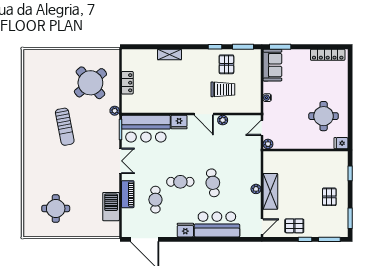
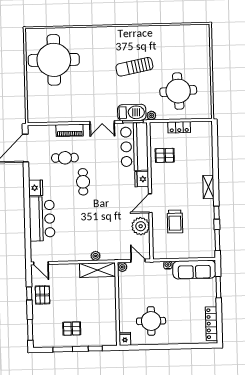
window: (280, 47) -> (218, 287), moved
shelving: (170, 54) -> (208, 187), moved
pallet: (226, 64) -> (165, 155), moved
sofa: (272, 65) -> (194, 270), width x1.36
round table: (90, 83) -> (178, 91), turned 37
plant: (223, 120) -> (141, 226), width x1.88, depth x1.88
cafe table: (213, 183) -> (83, 214), removed
plant: (256, 189) -> (96, 256), moved
shelving: (270, 191) -> (98, 270), moved
barbecue: (111, 207) -> (132, 112), moved
round table: (56, 209) -> (54, 60), width x1.86, depth x1.86
window: (350, 218) -> (63, 349), moved
window: (305, 239) -> (29, 293), moved

